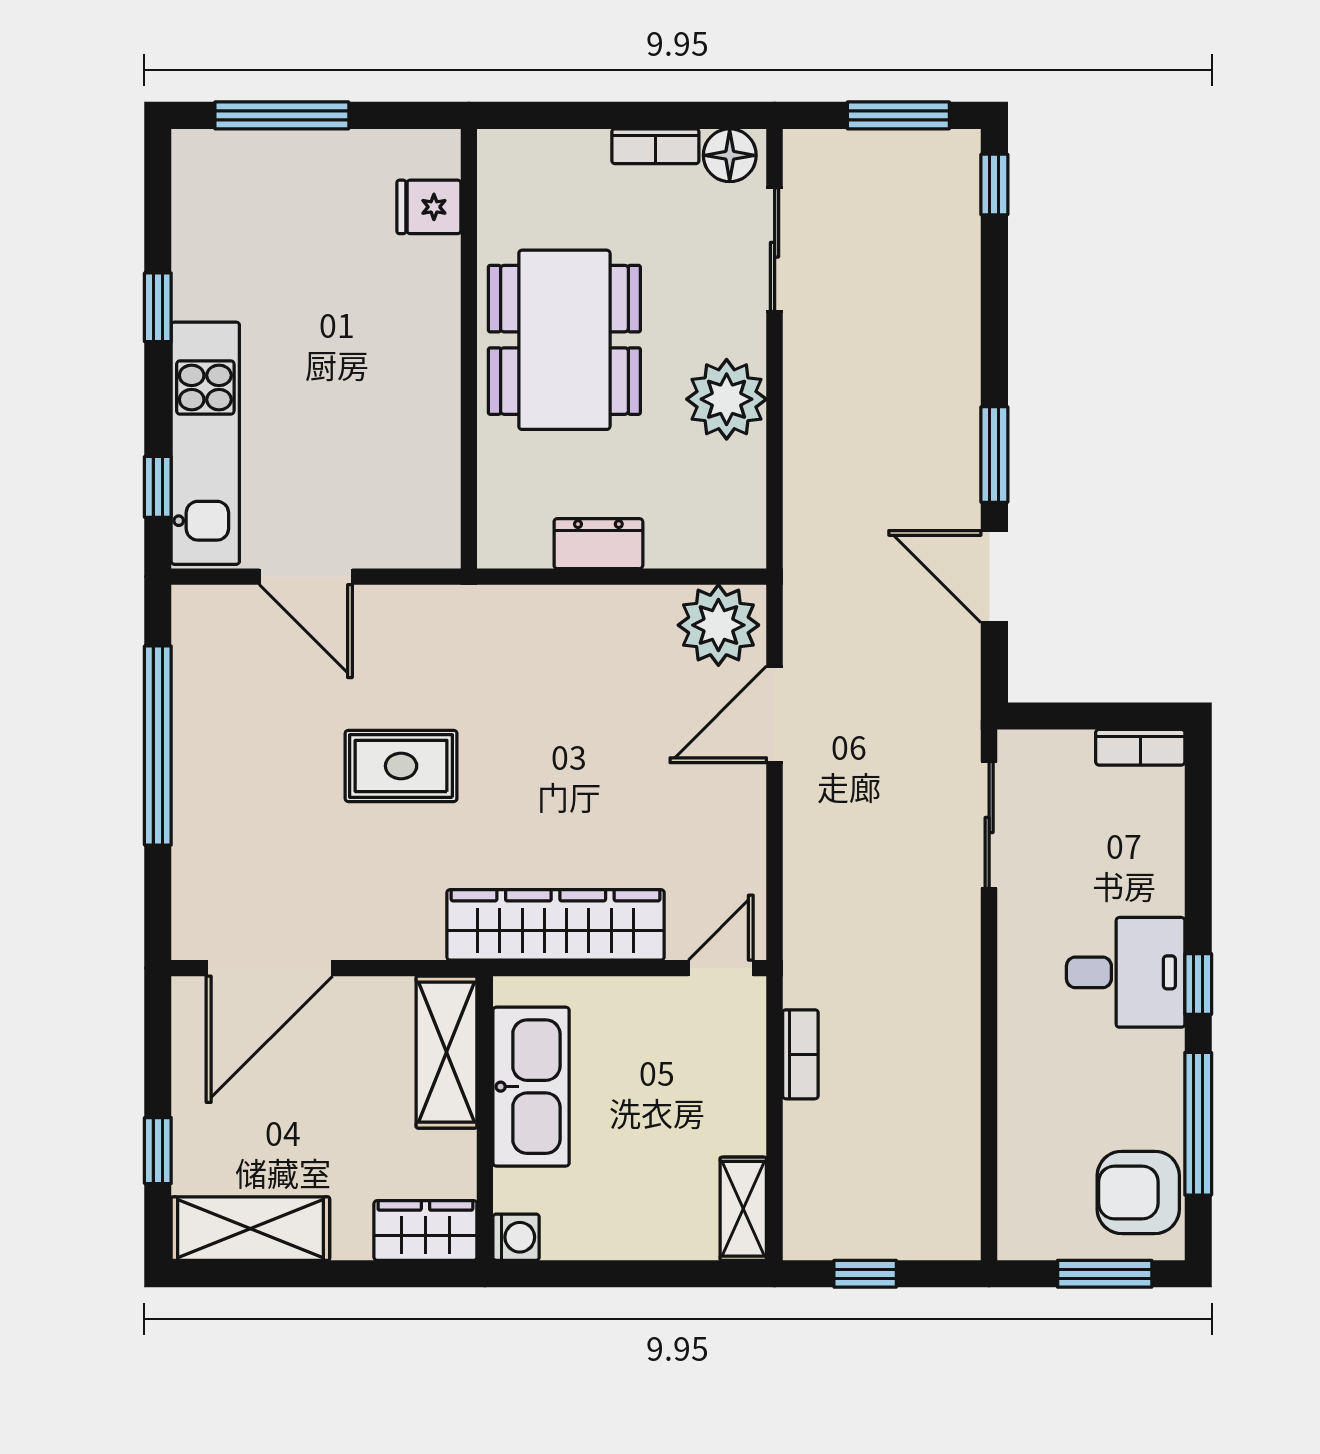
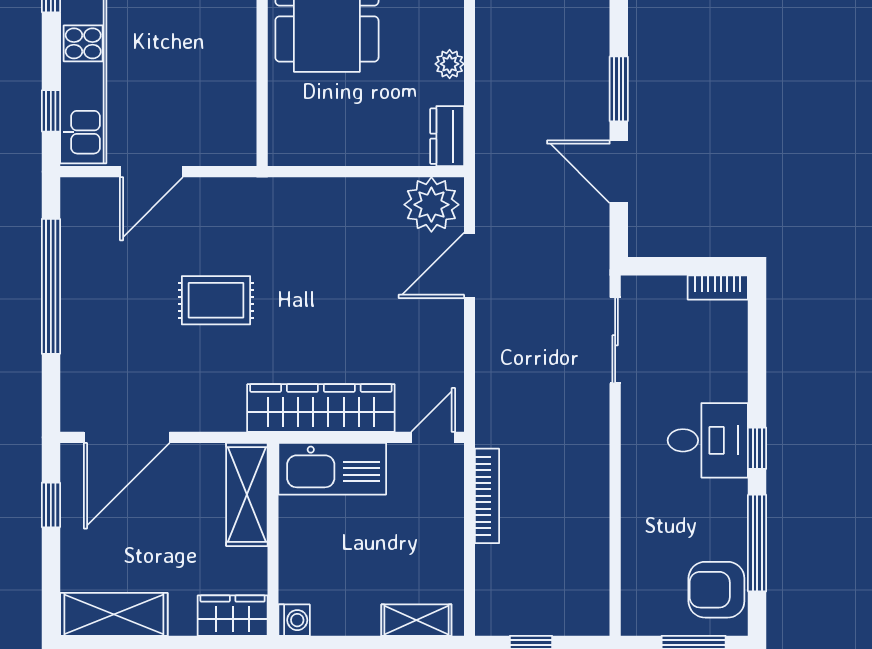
plant: (727, 399) -> (450, 64), width x0.53, depth x0.53
dresser: (598, 544) -> (447, 136), moved, turned -90
door: (306, 577) -> (151, 172), hinge flipped
bookcase: (800, 1054) -> (487, 496), width x1.56
kitchen sink: (531, 1087) -> (332, 469), moved, turned 90
window: (158, 1151) -> (51, 505), moved
shelving: (743, 1209) -> (416, 620), moved, turned 90

